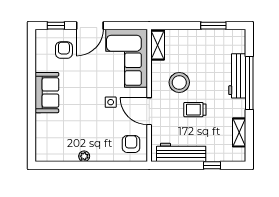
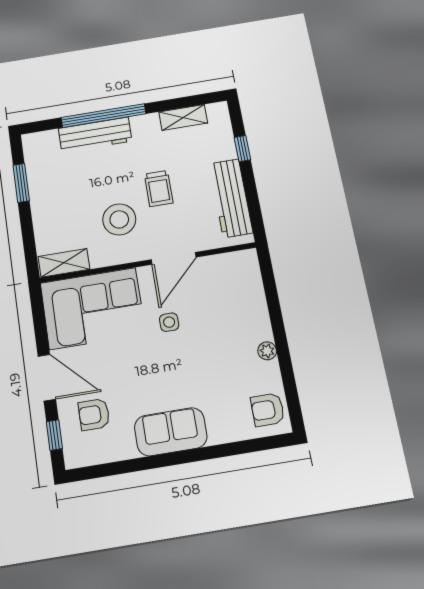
armchair: (131, 144) -> (268, 410), moved

